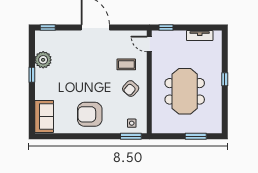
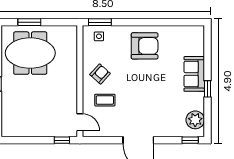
tv unit: (200, 36) -> (25, 132), removed
plant: (43, 60) -> (195, 120), moved
meeting table: (185, 91) -> (30, 53), moved, turned 90
sofa: (44, 116) -> (194, 74), moved

